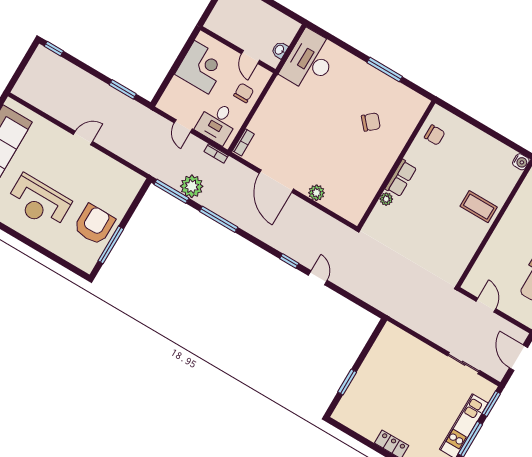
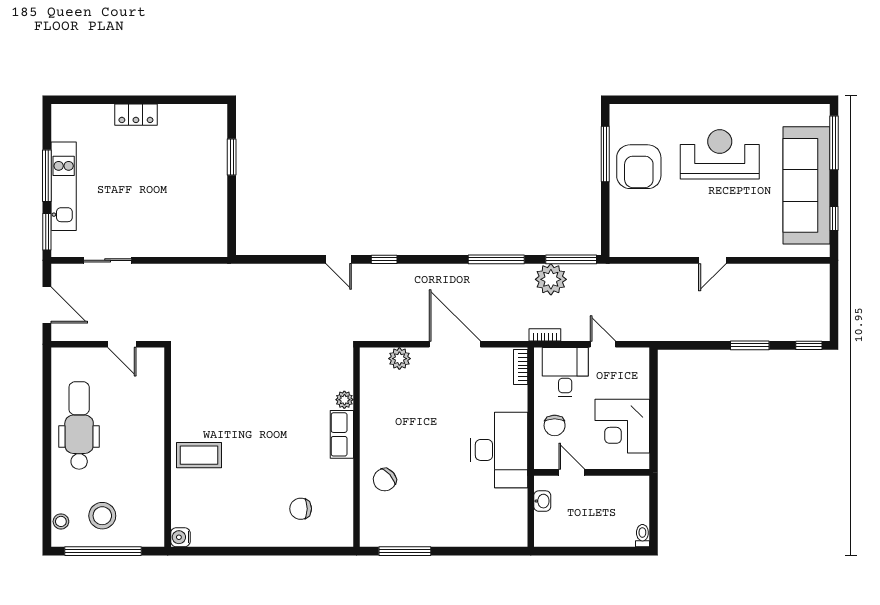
desk: (310, 61) -> (499, 450), moved
window: (123, 89) -> (750, 345), moved
wall: (396, 165) -> (357, 447), moved
row of seats: (401, 178) -> (342, 434), moved
plant: (386, 199) -> (344, 400), moved

